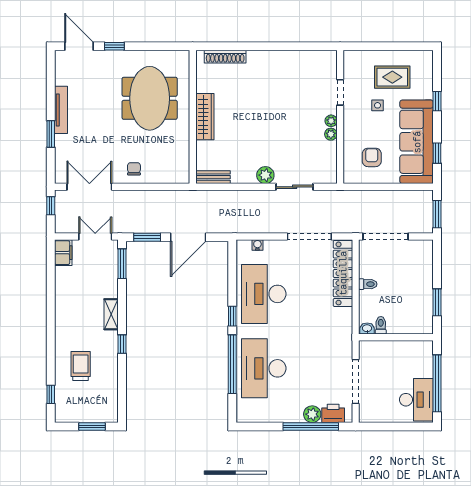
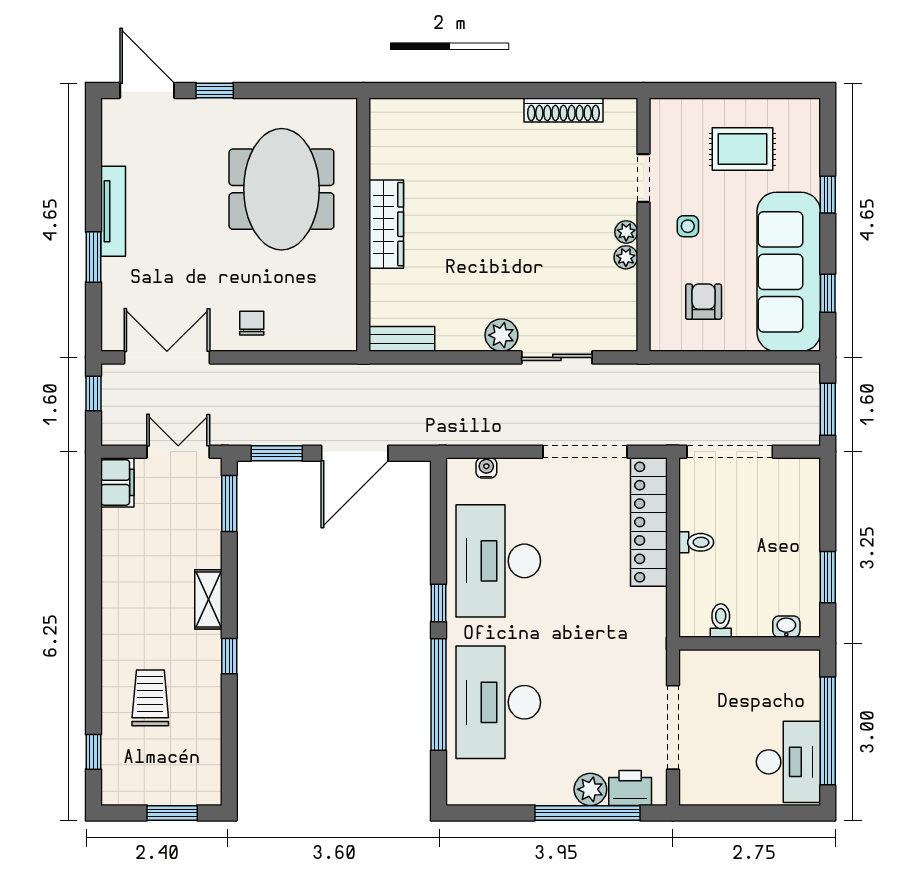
shoe rack: (225, 57) -> (563, 110), moved
side table: (378, 105) -> (688, 226), moved
washbasin: (367, 329) -> (786, 627), moved

